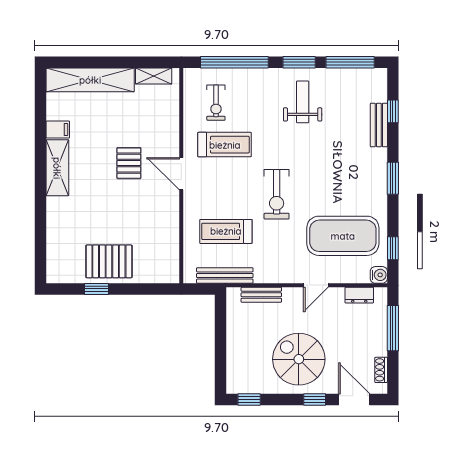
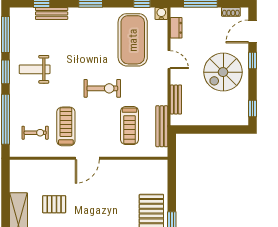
shelving: (154, 76) -> (16, 178), removed
pallet: (129, 163) -> (54, 204), moved

